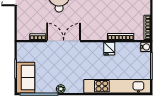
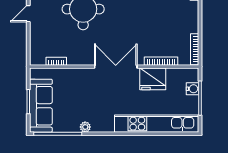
double door: (64, 41) -> (116, 67), moved
water cooler: (146, 47) -> (193, 89), moved
fridge: (109, 49) -> (153, 79), width x1.88, depth x1.34
sofa: (26, 78) -> (41, 106), width x1.36

